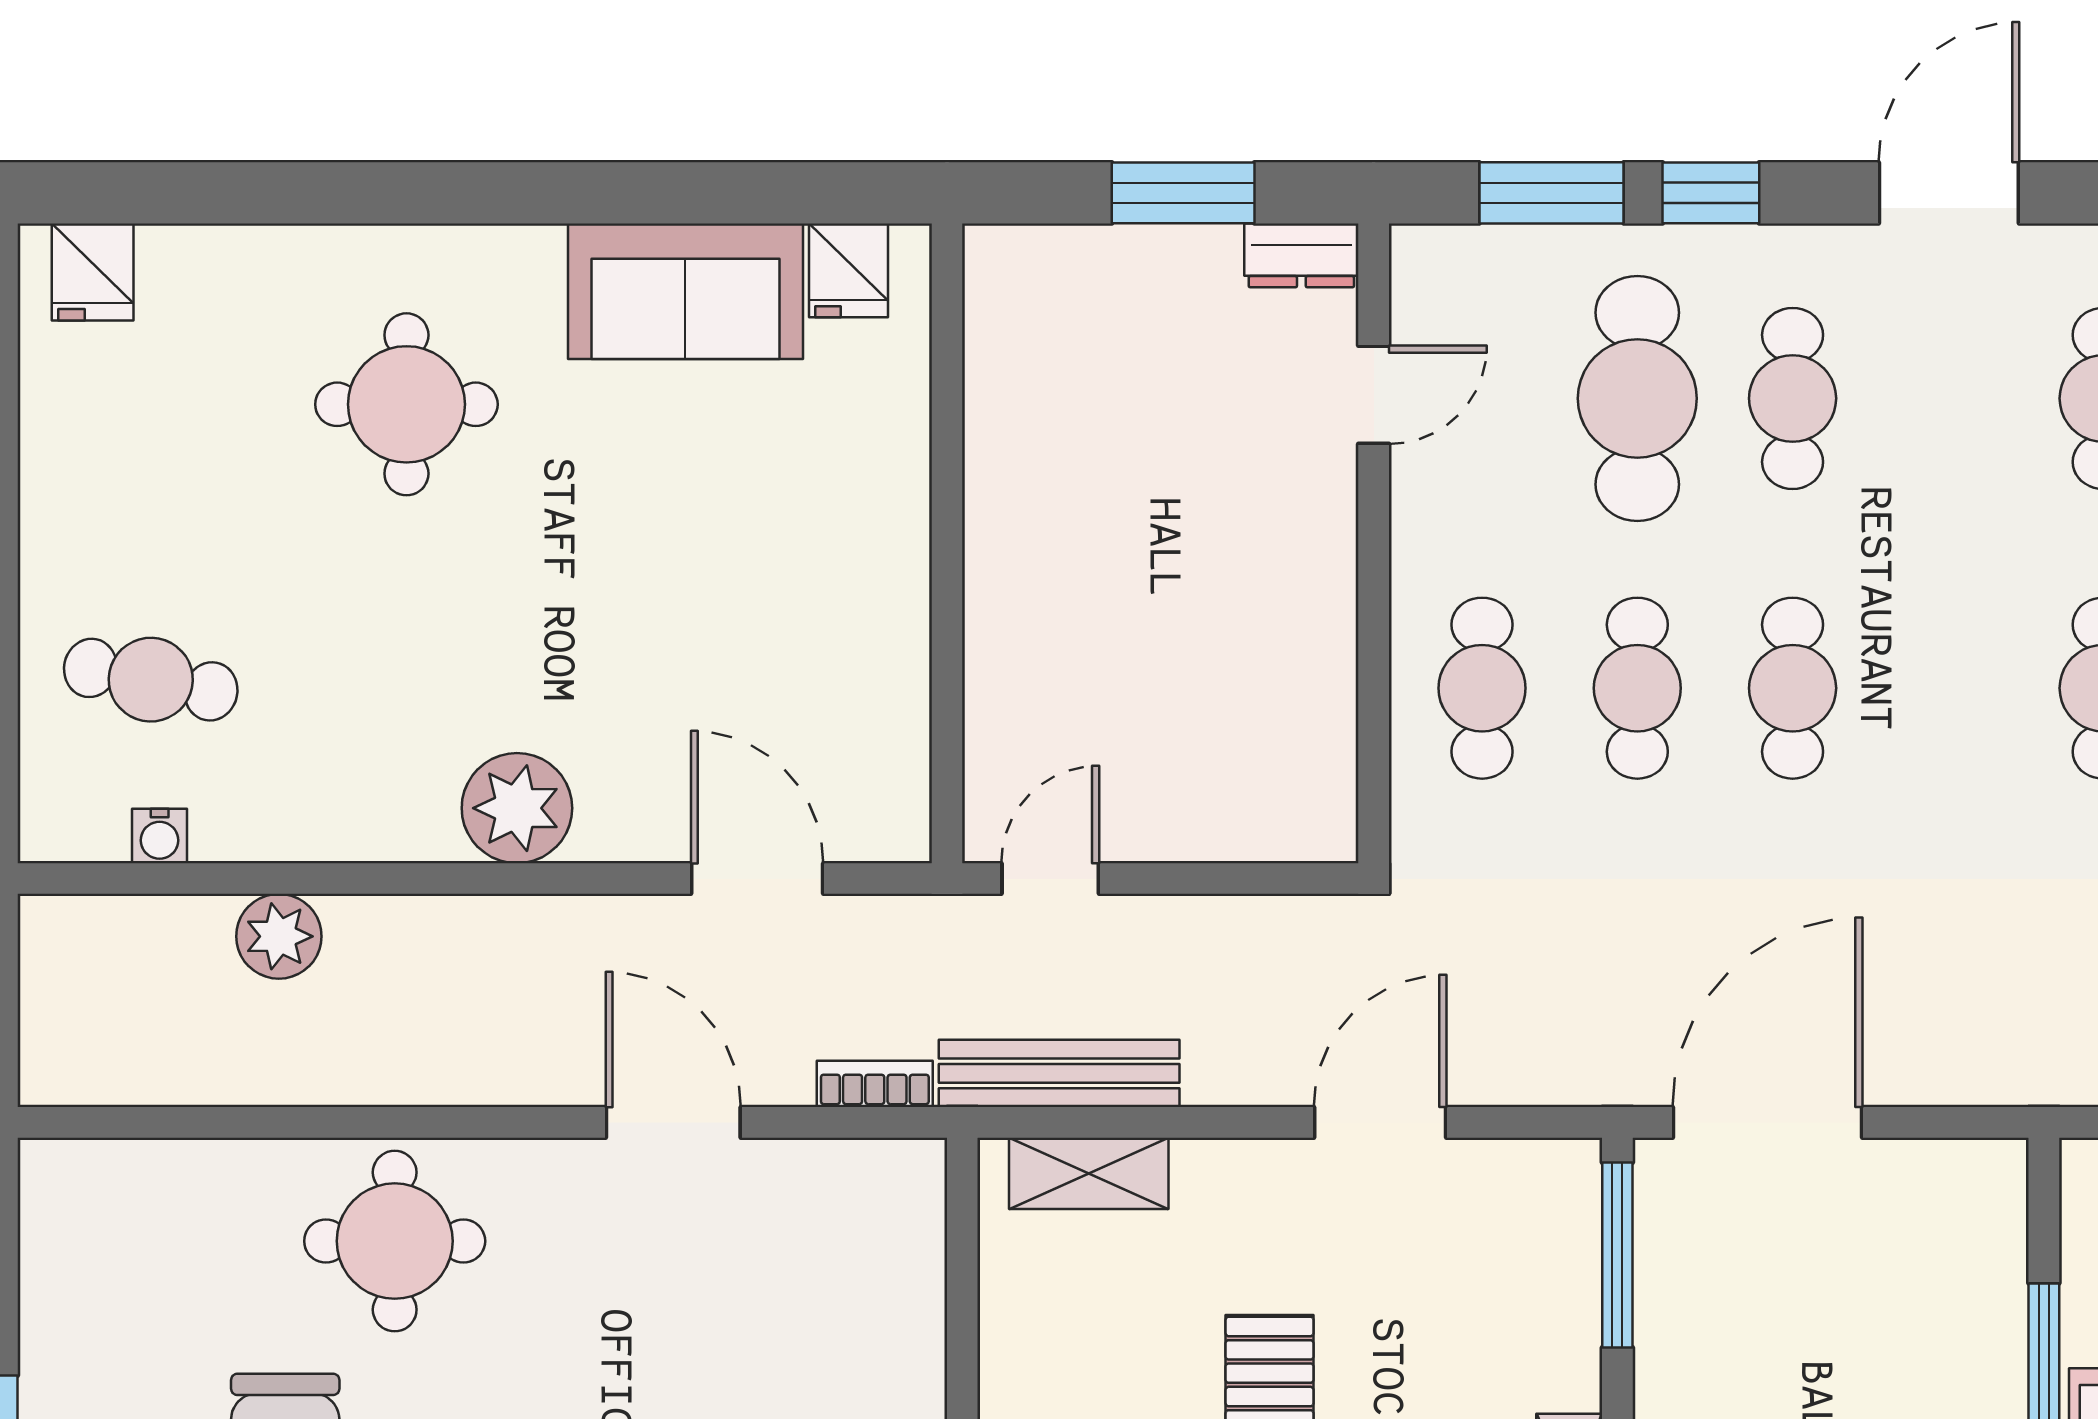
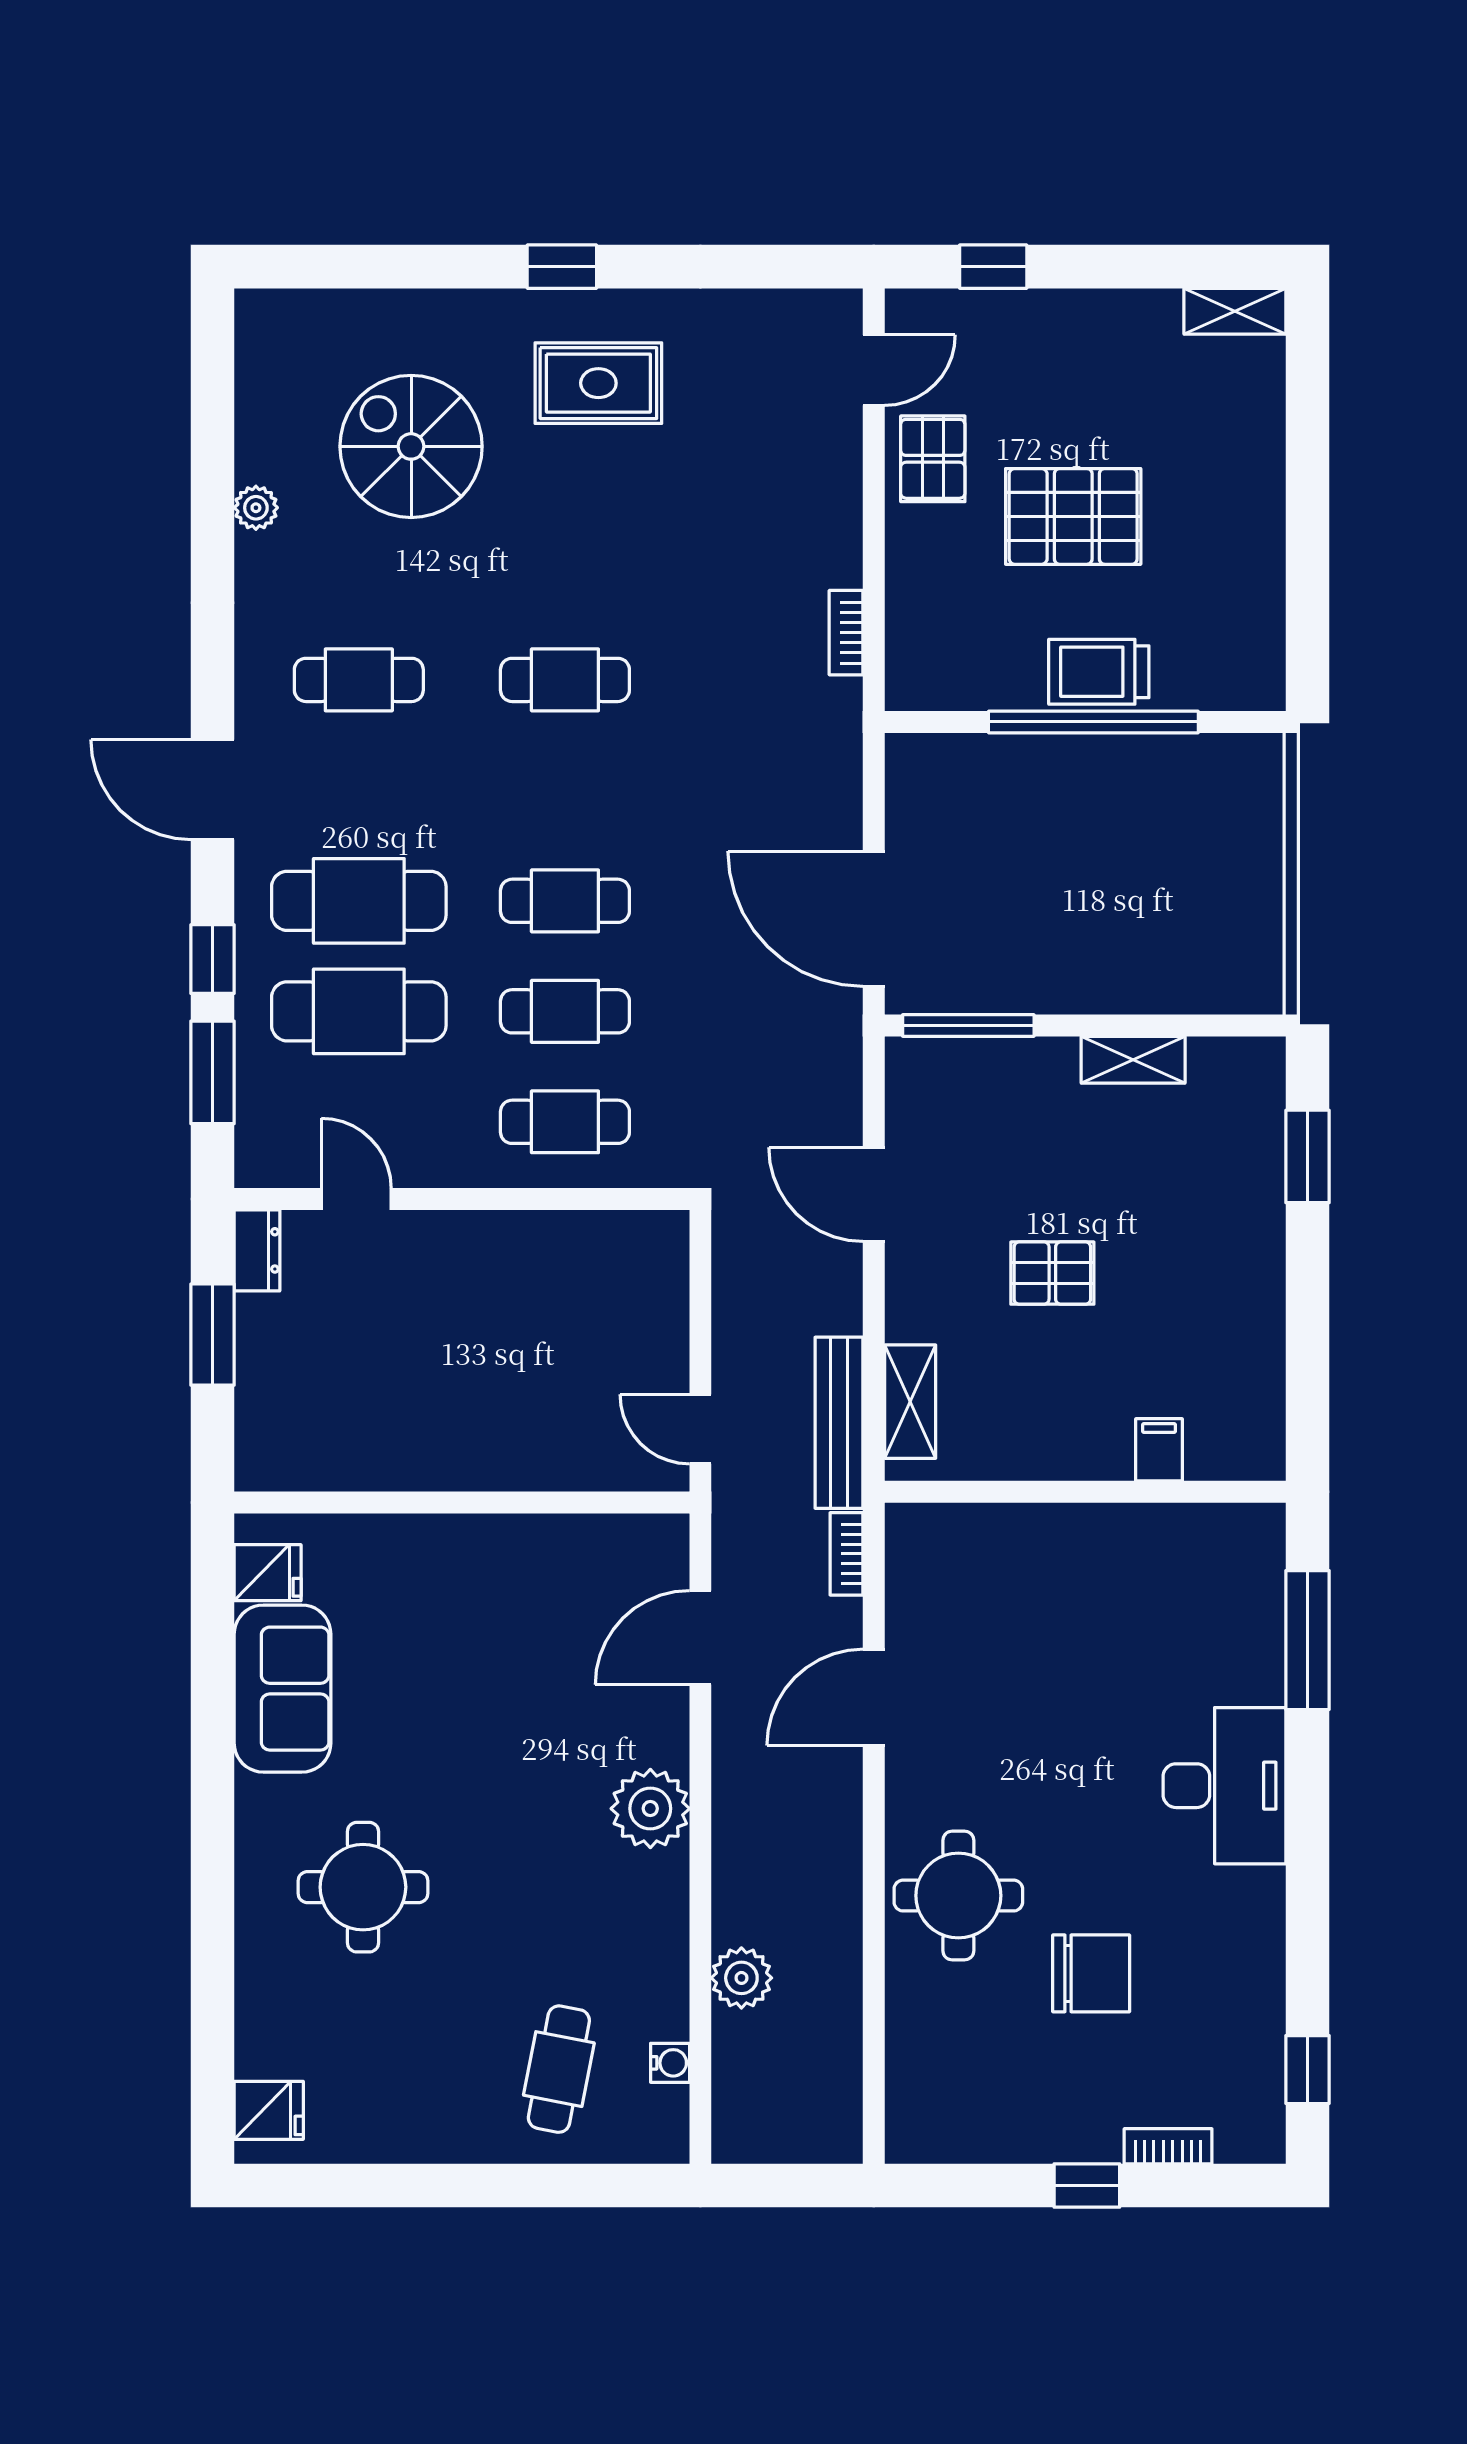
cafe table: (1793, 398) -> (359, 901), width x1.37, depth x1.35

